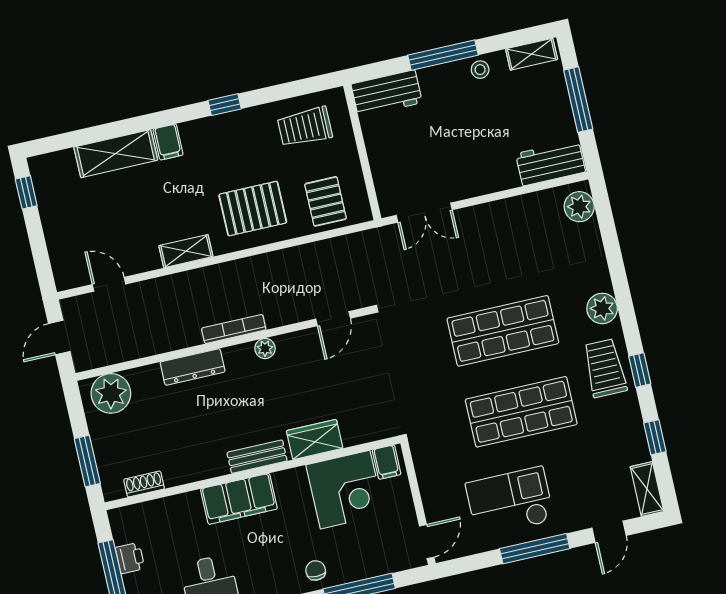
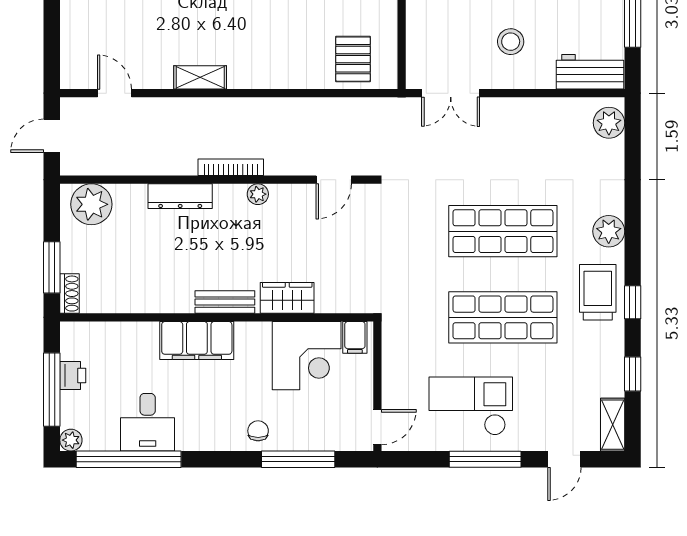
stool: (470, 151) -> (511, 42), added
pallet: (253, 209) -> (278, 50), removed
shoe rack: (144, 484) -> (70, 294), moved, turned 90

